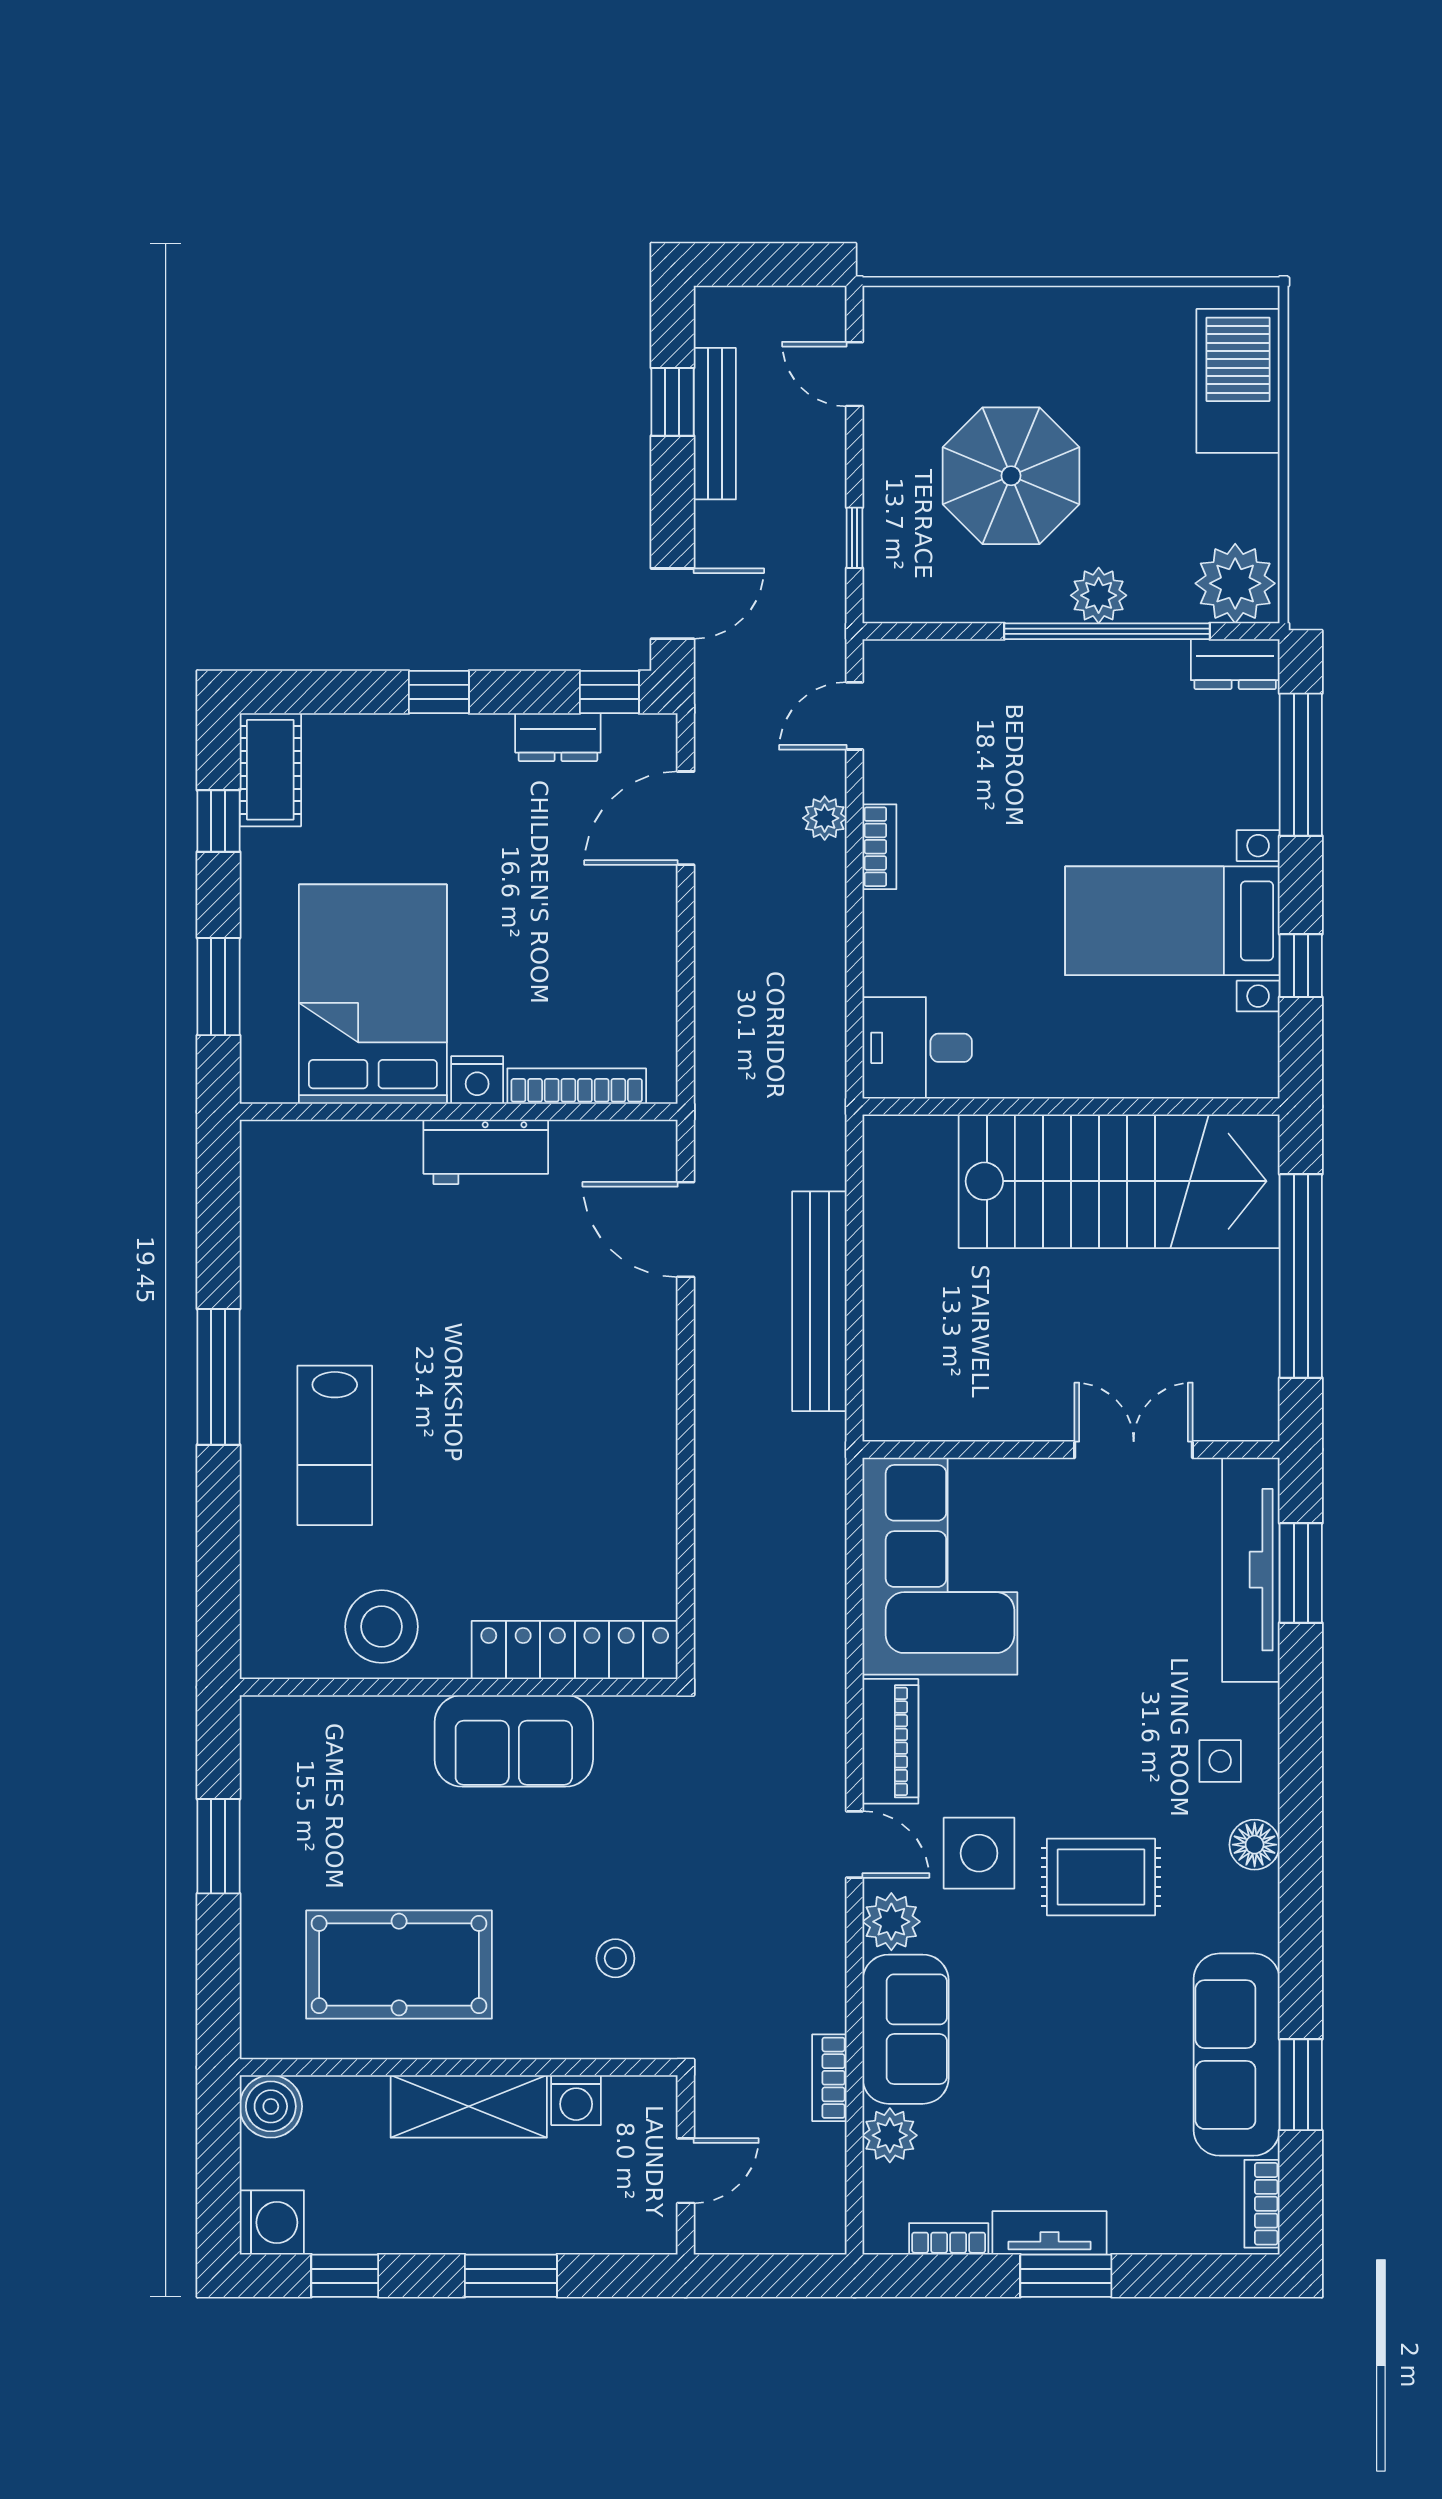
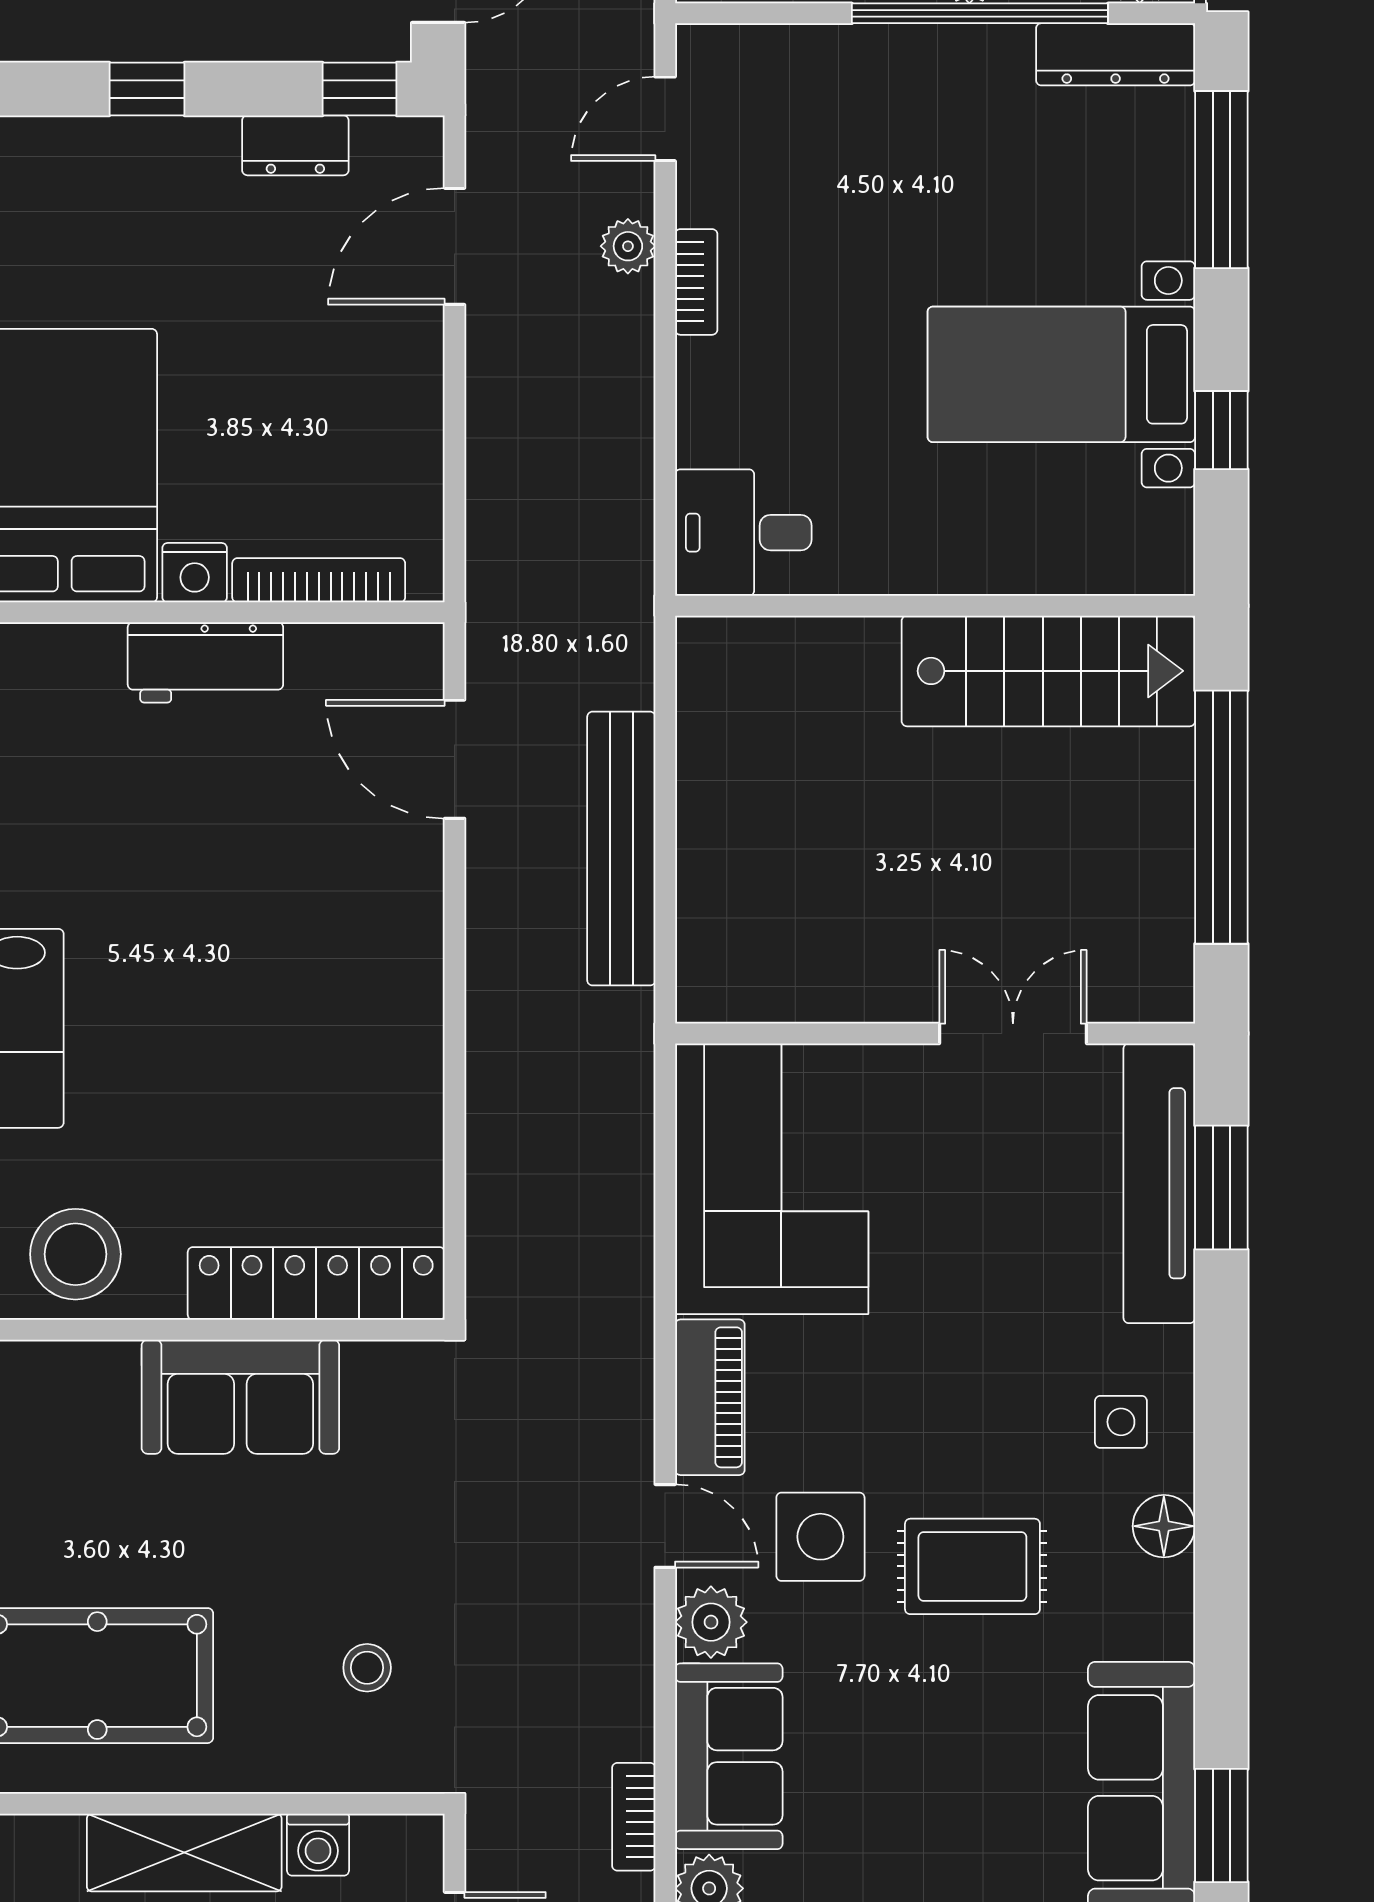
dresser: (1235, 664) -> (1116, 54), width x1.44
stairs: (1119, 1181) -> (1048, 671), width x0.73, depth x0.66

